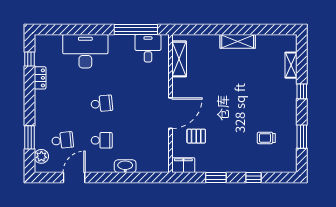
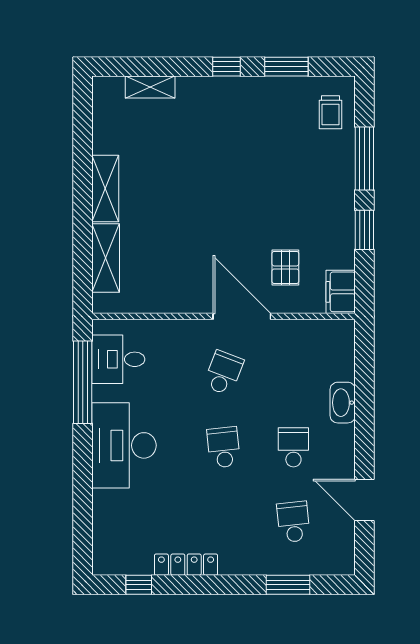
desk: (85, 51) -> (124, 445), moved
shelving: (179, 59) -> (106, 258), moved, turned 90
locker: (40, 78) -> (186, 565), width x1.53
window: (302, 91) -> (226, 67), moved
school desk: (141, 104) -> (224, 373), added
trolley: (266, 138) -> (331, 112), moved
plant: (41, 156) -> (324, 562), removed
window: (253, 178) -> (364, 158), width x2.17

